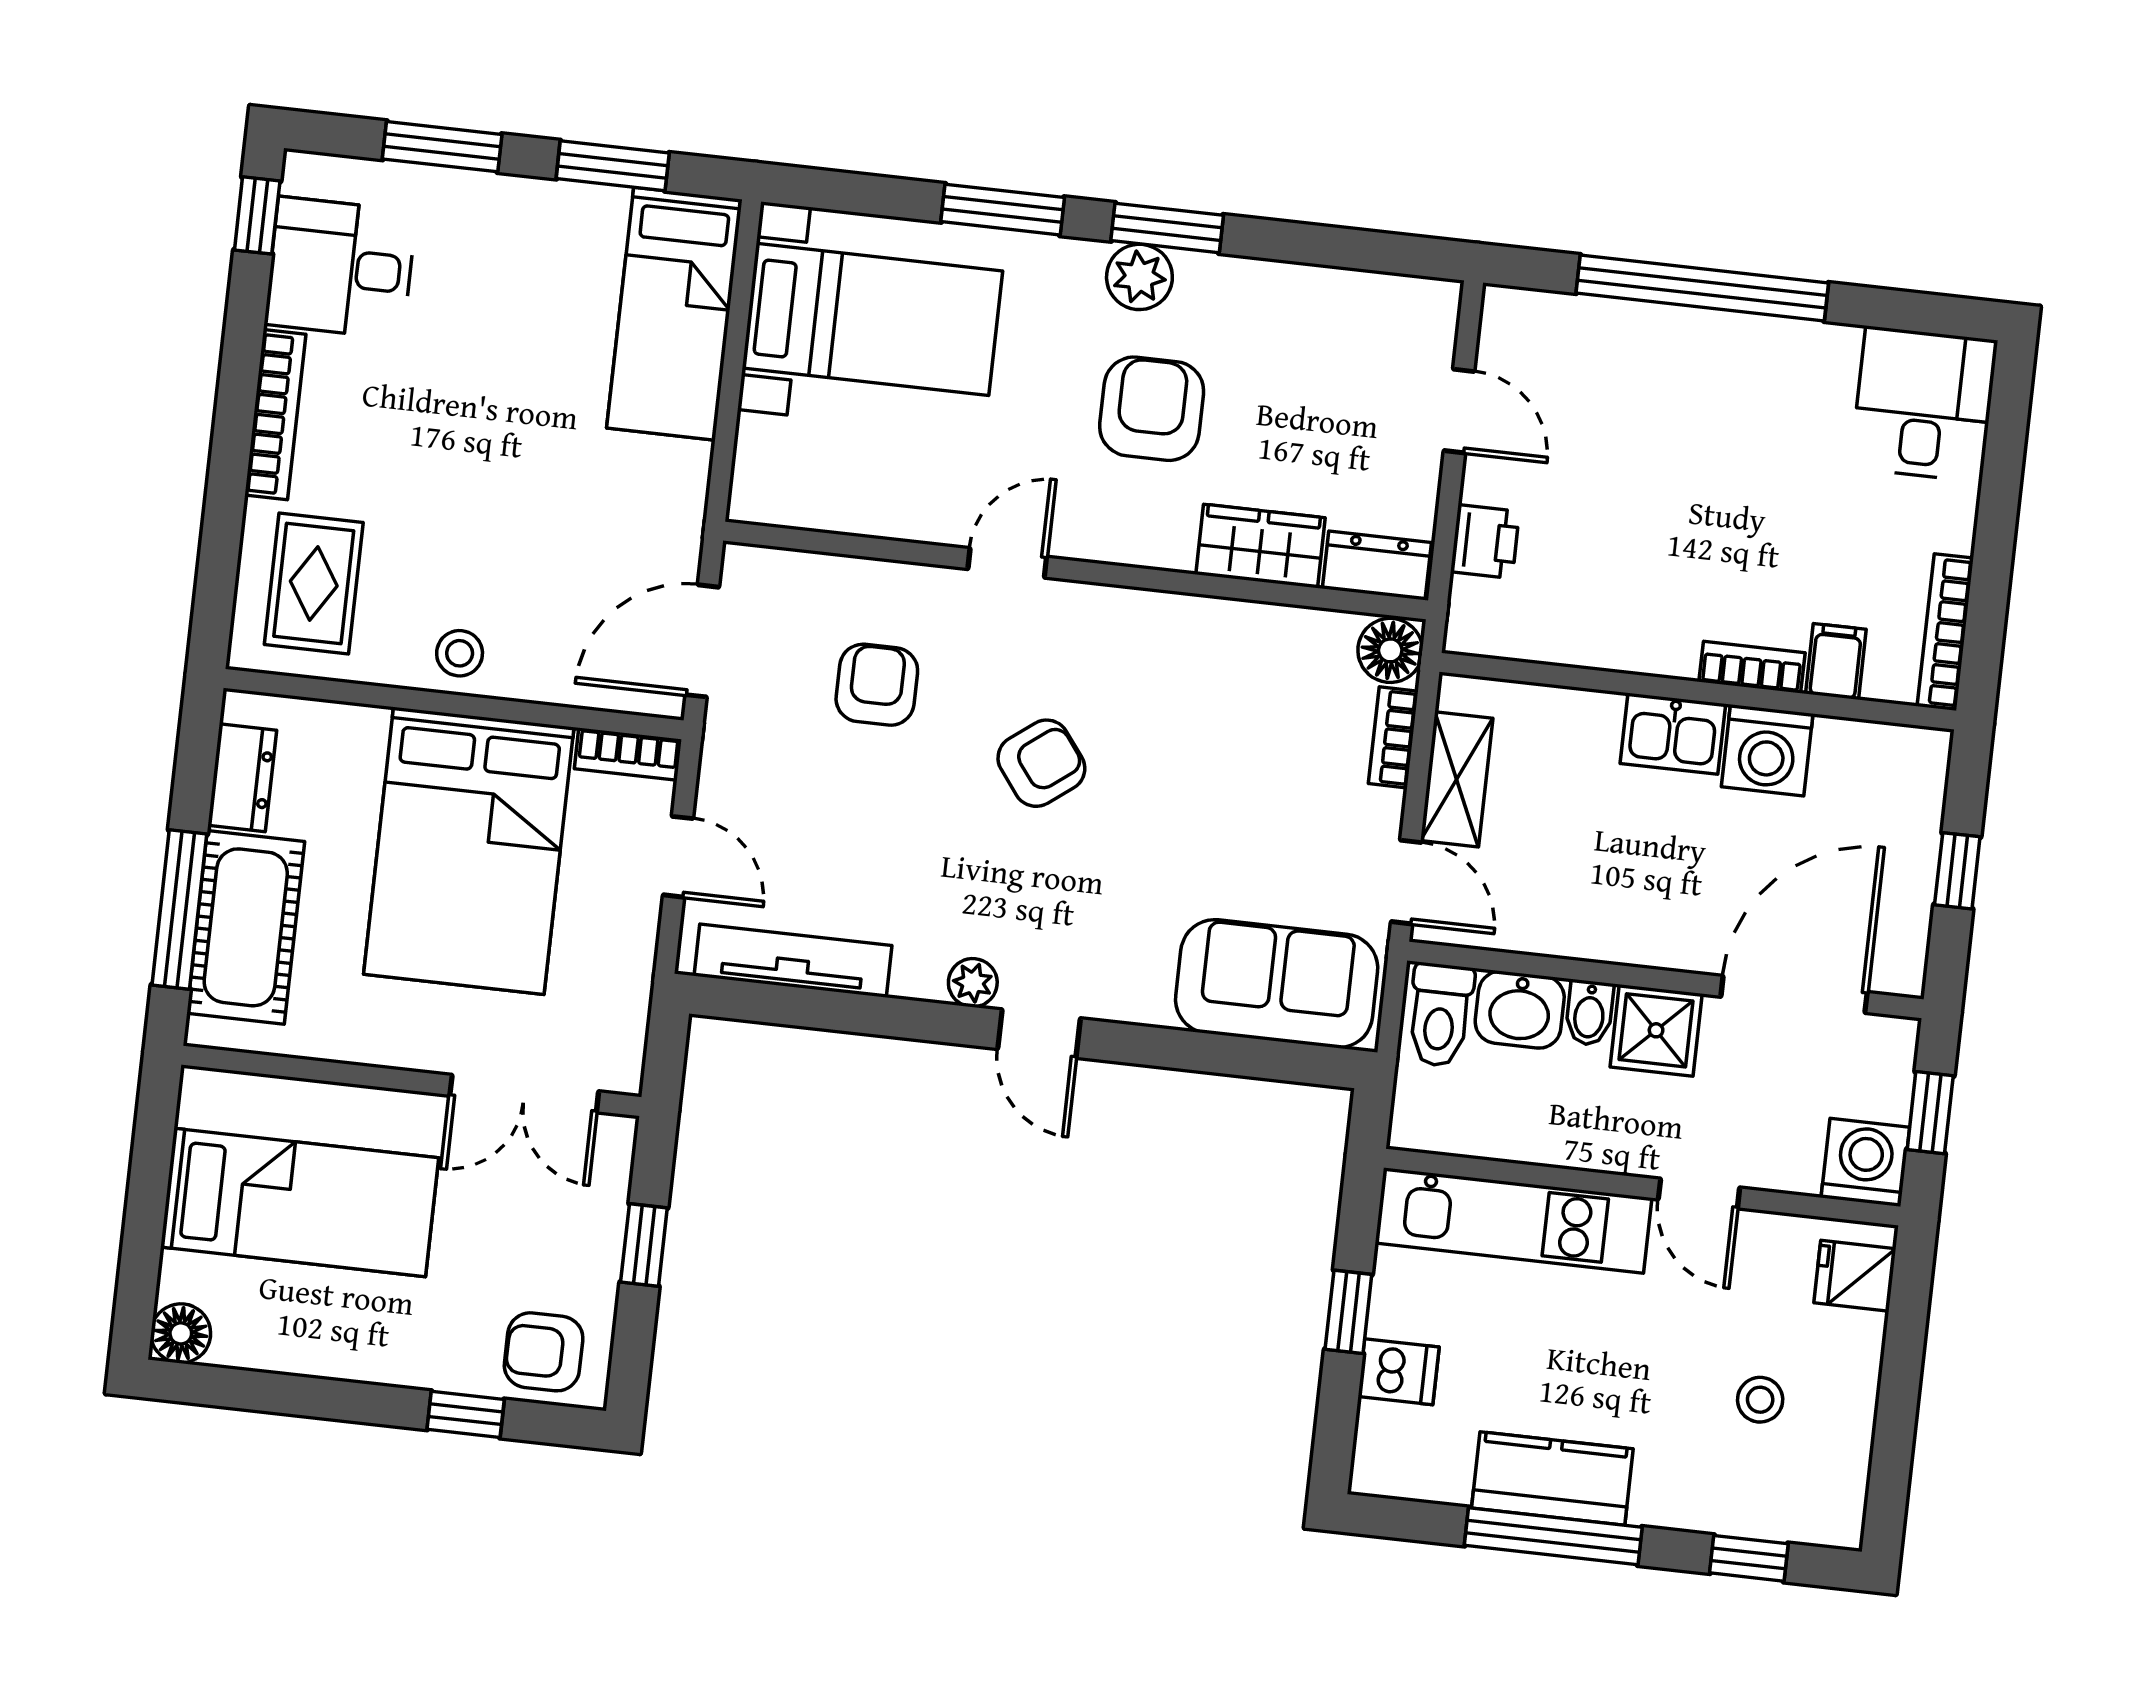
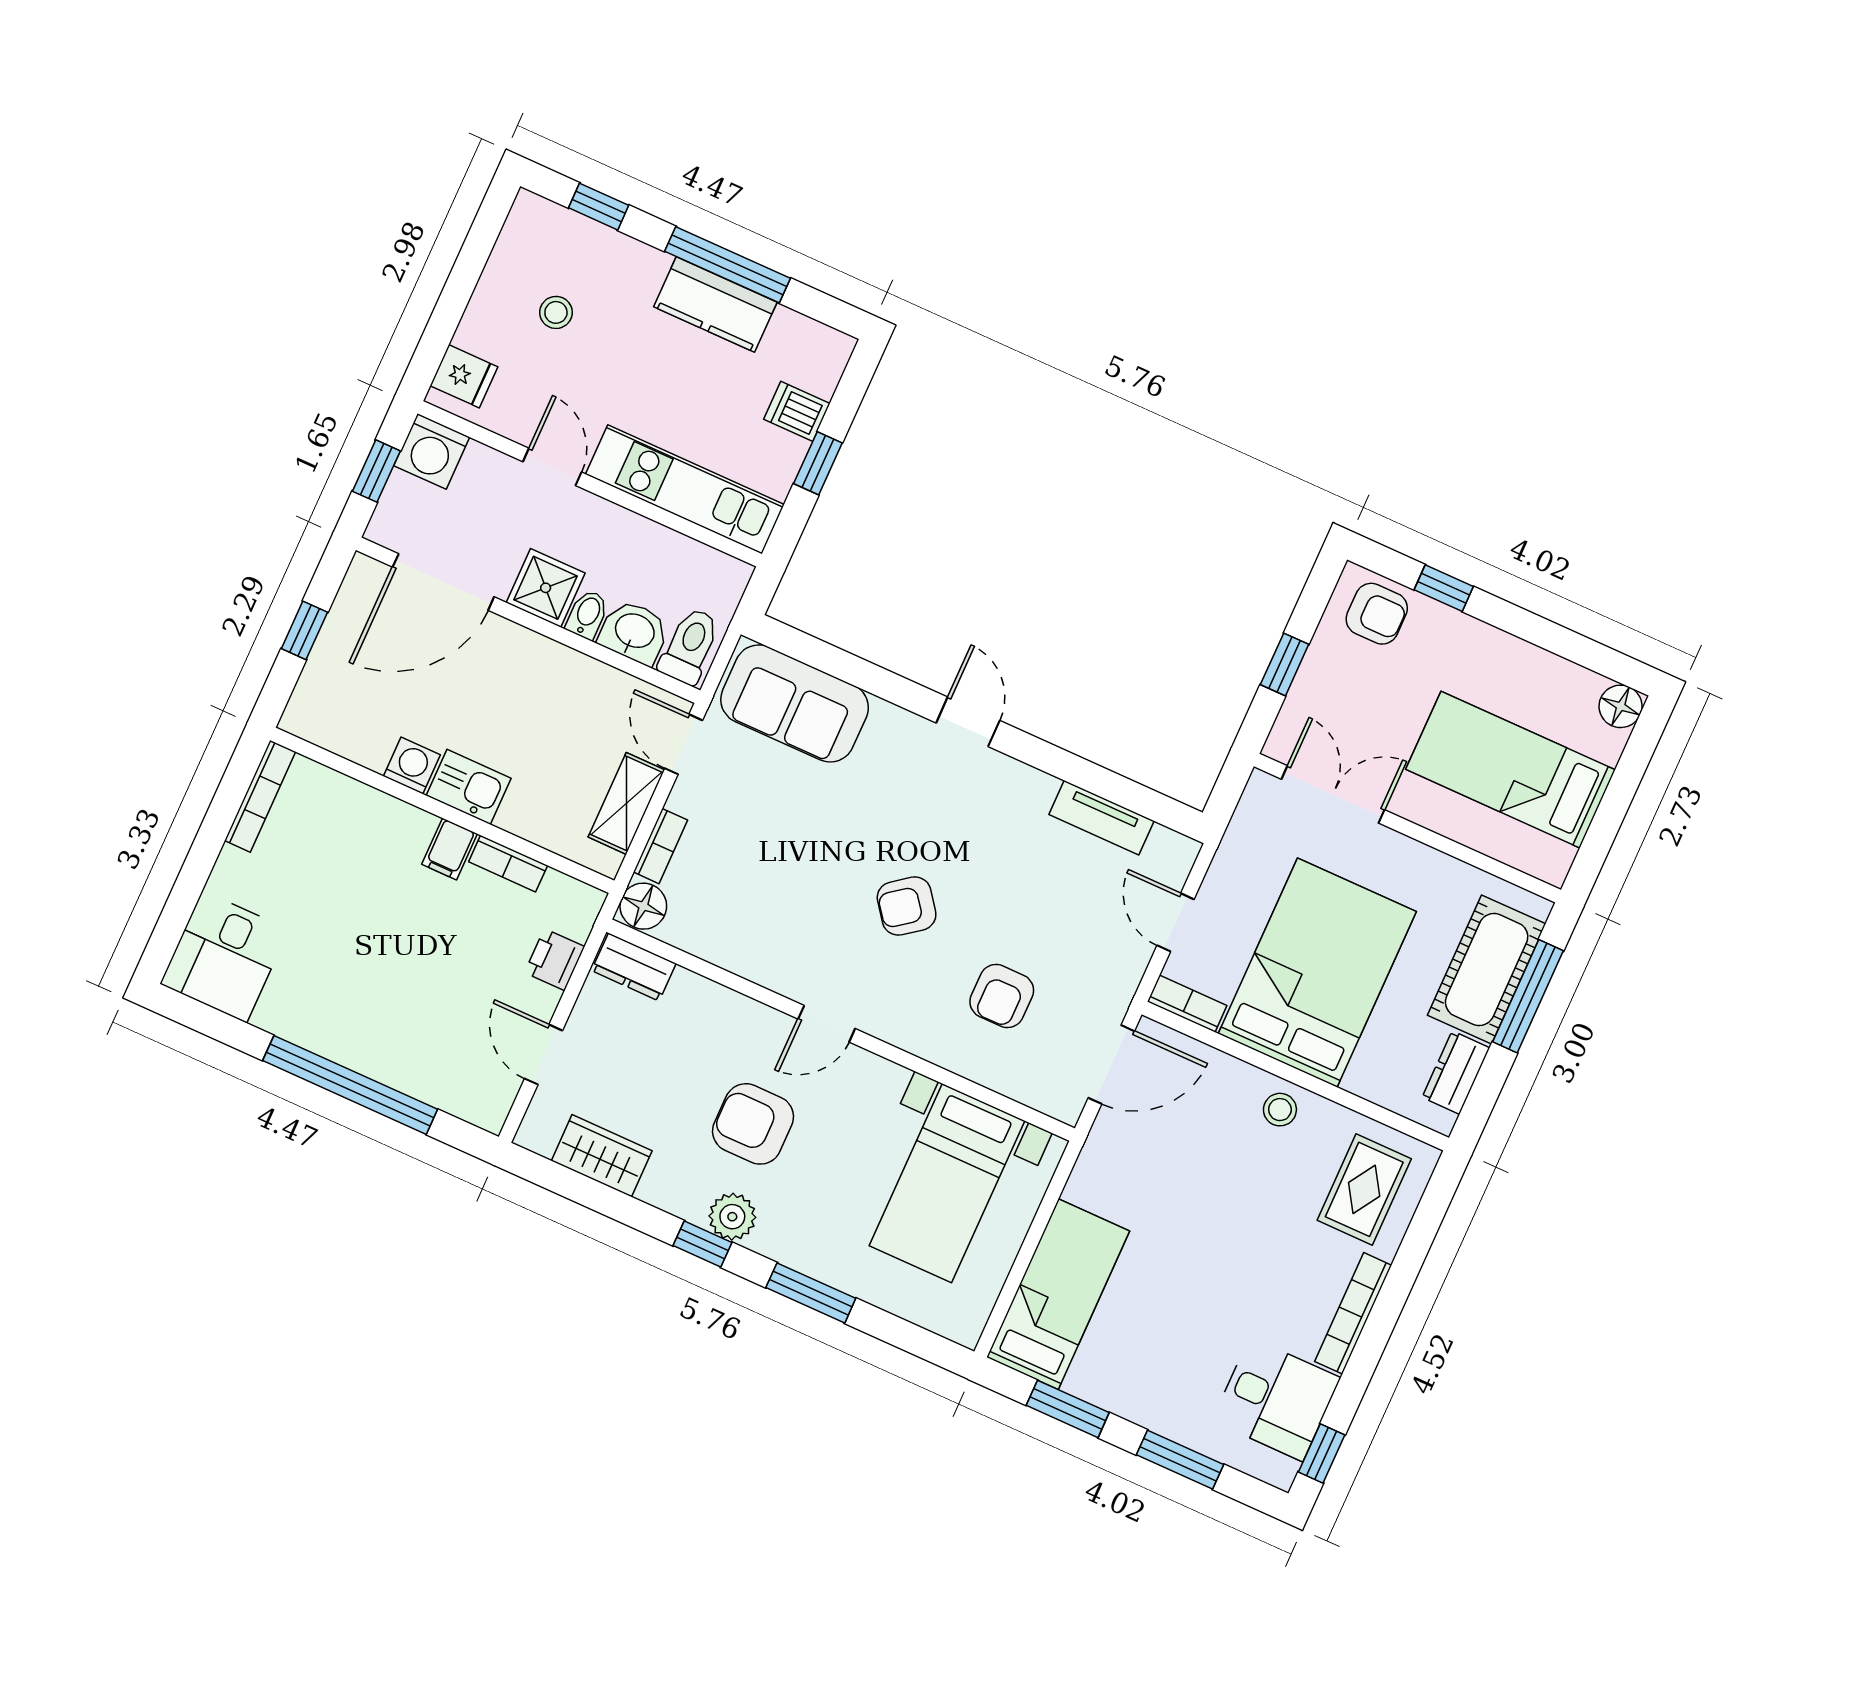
window: (1167, 228) -> (703, 1244), width x0.67
bed with nightstands: (873, 319) -> (947, 1183), moved, turned -90
armchair: (1152, 409) -> (753, 1124), turned 90
wardrobe: (1261, 546) -> (602, 1156), moved, turned 180
door: (1007, 563) -> (827, 1024), moved
filing cabinet: (1836, 661) -> (450, 849), moved
bookcase: (1752, 667) -> (508, 864), moved
washing machine: (1767, 750) -> (412, 766), width x0.73, depth x0.73
tv unit: (793, 961) -> (1102, 818), width x0.71
plant: (973, 983) -> (1002, 771), removed

